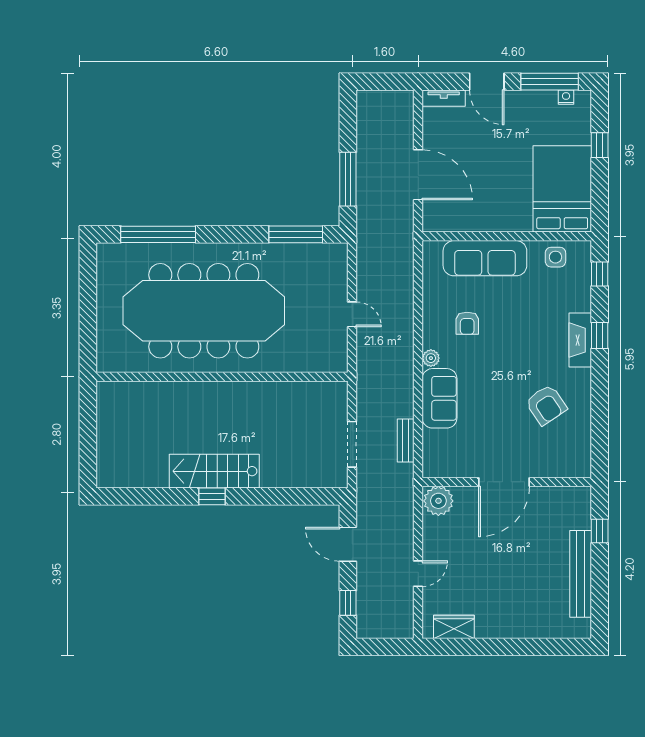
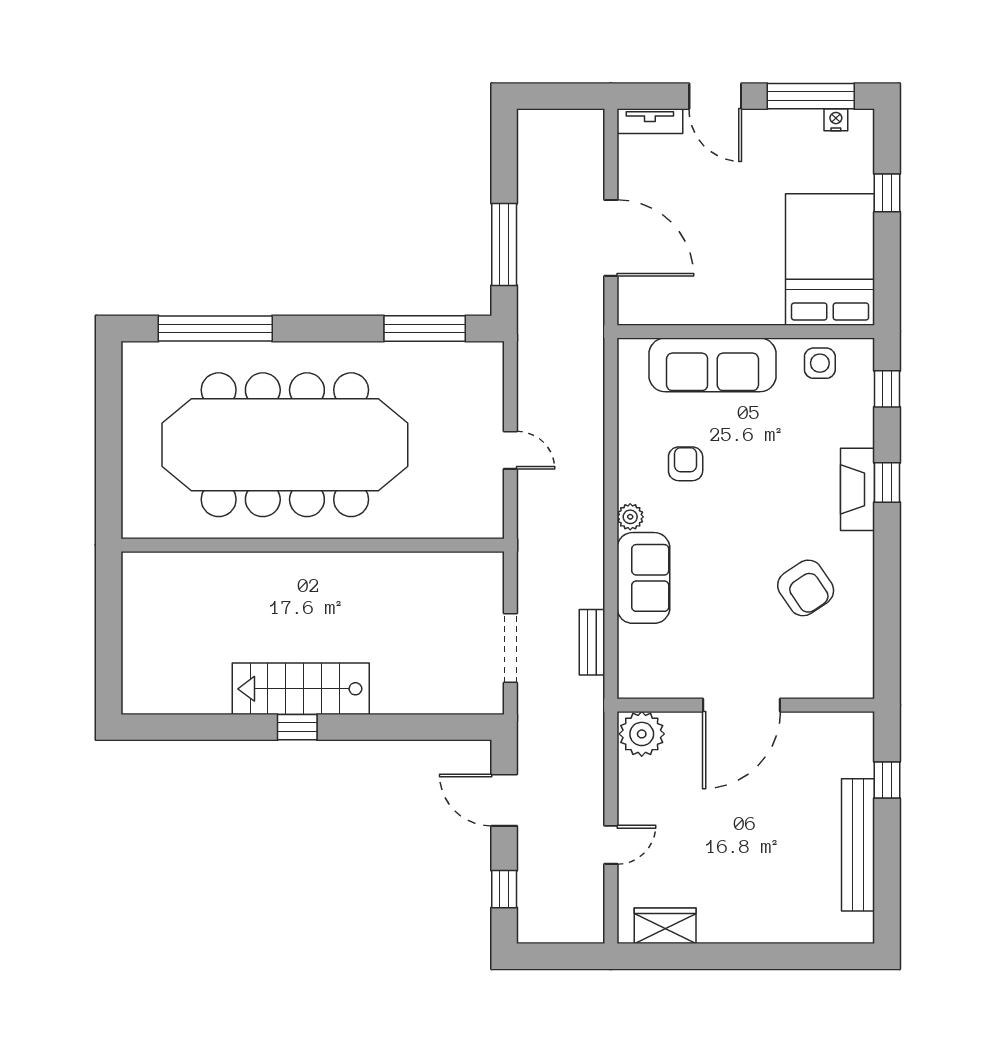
armchair: (467, 323) -> (686, 464), turned 180

